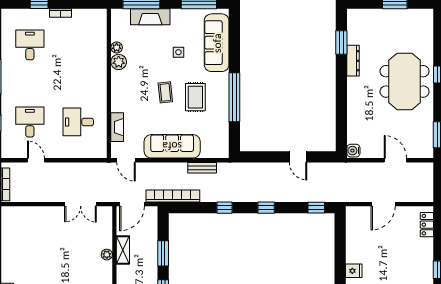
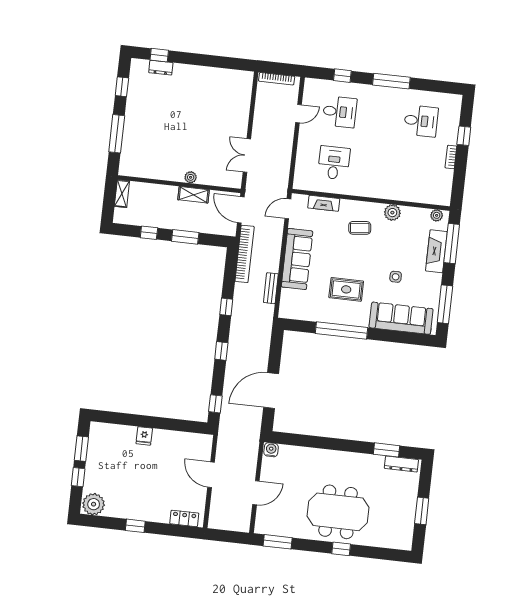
plant: (117, 47) -> (437, 215), moved
dresser: (353, 61) -> (401, 464), moved
coffee table: (165, 92) -> (360, 228), moved
door: (298, 157) -> (271, 391), width x1.88

